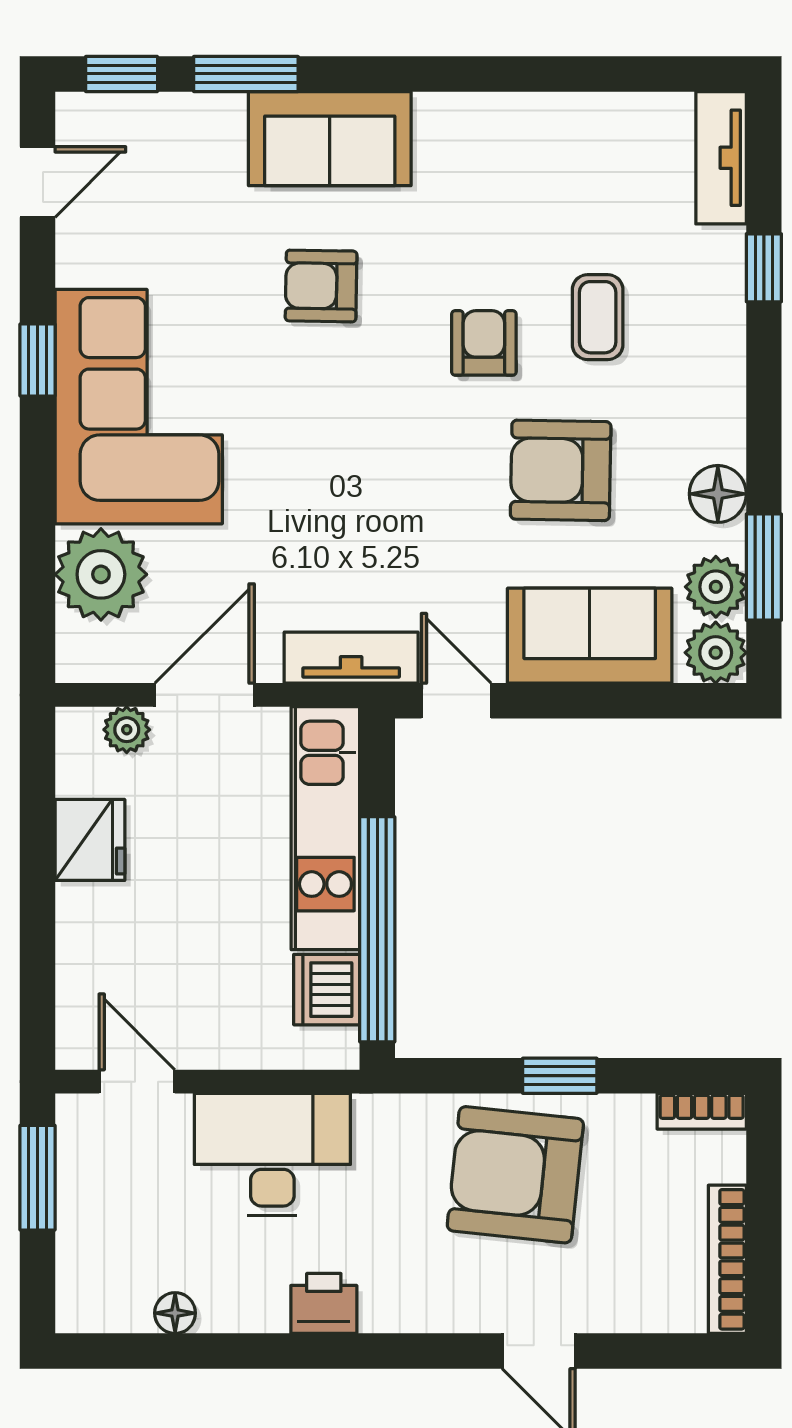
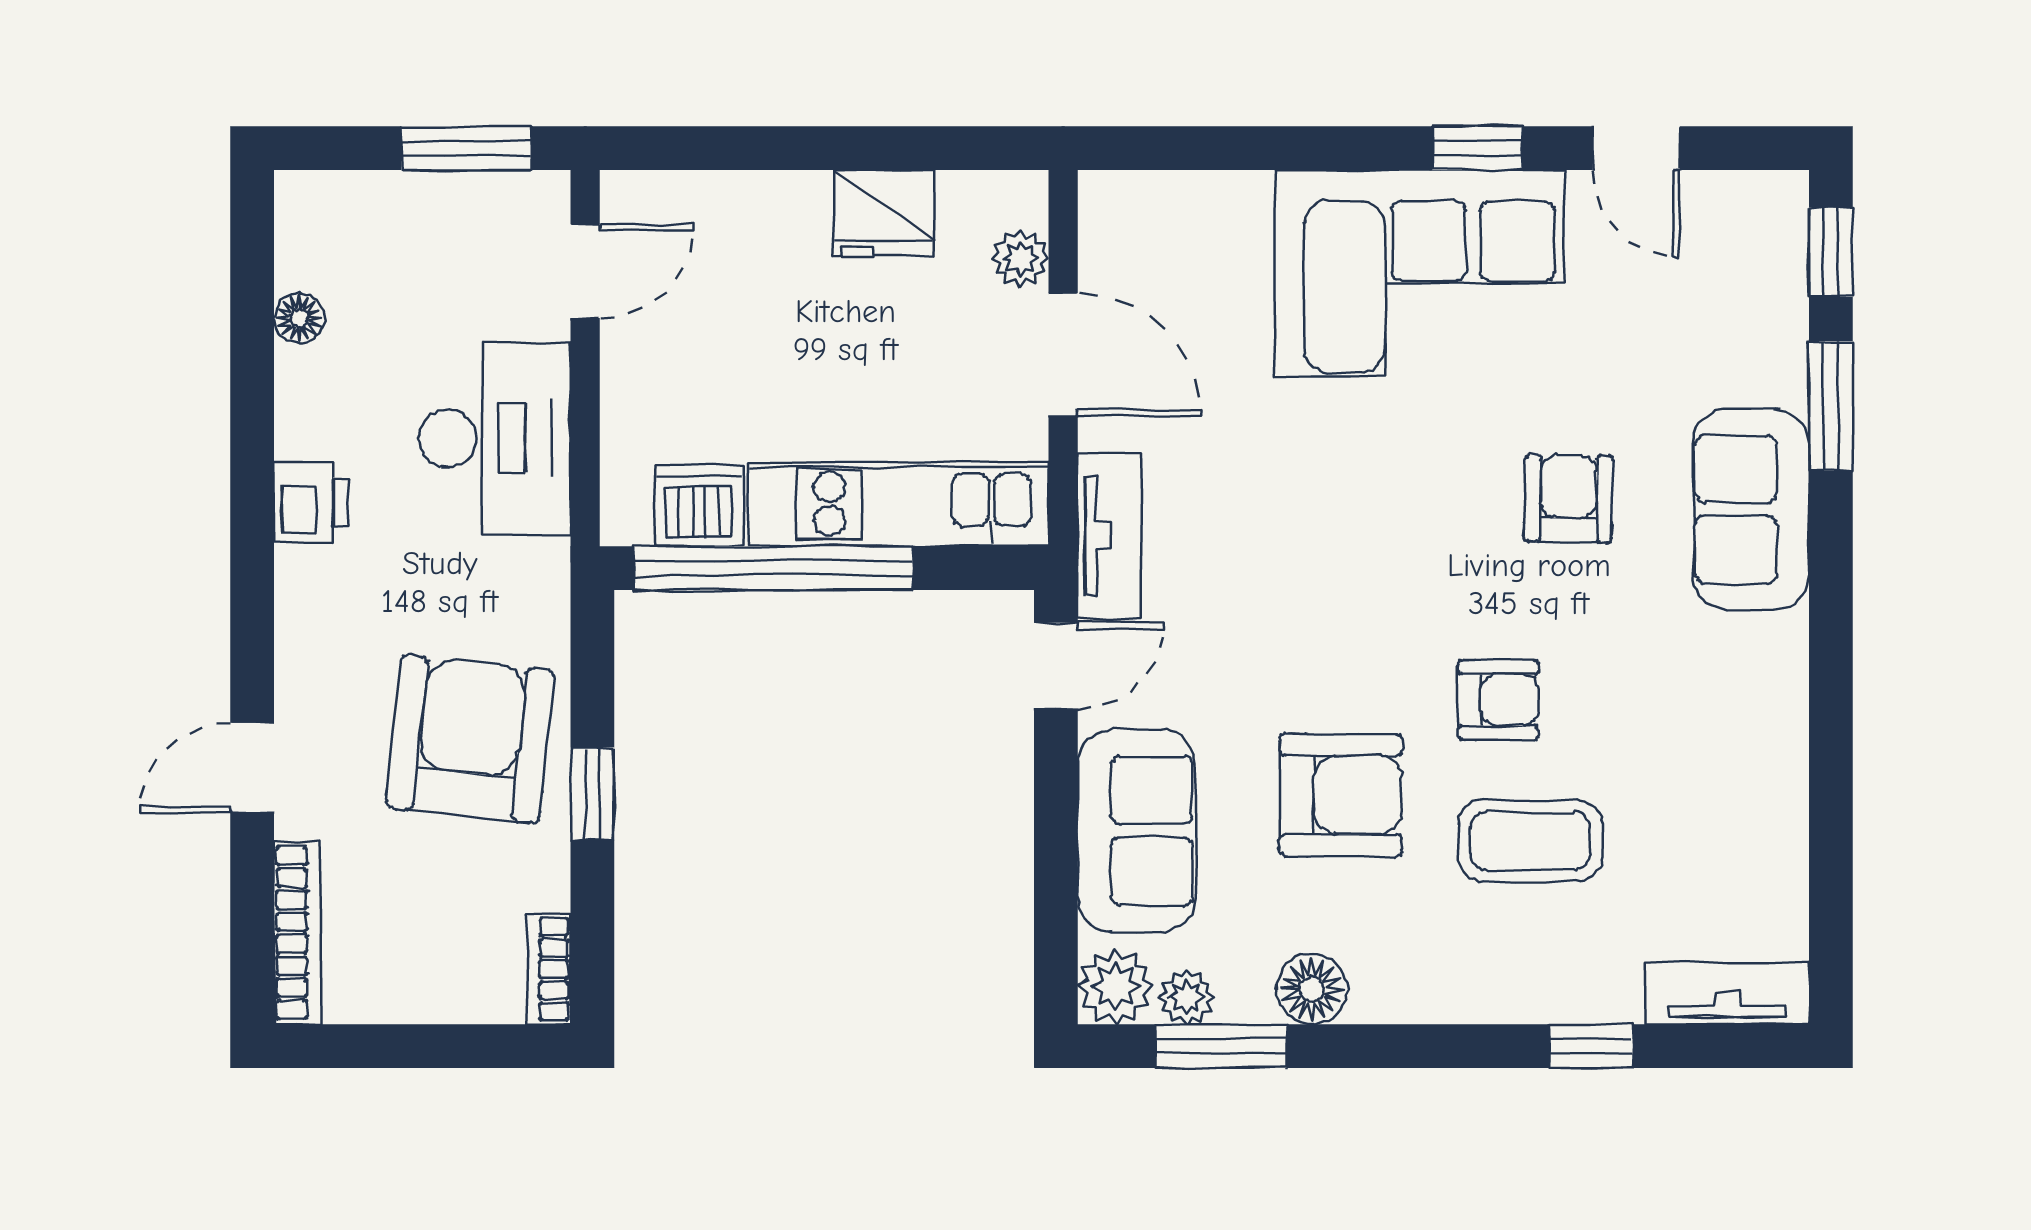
door: (37, 182) -> (1636, 148), moved
coffee table: (598, 317) -> (1530, 841), width x1.36, depth x1.30
armchair: (561, 470) -> (1341, 795), turned 89
plant: (101, 574) -> (1212, 227), removed
plant: (716, 587) -> (1187, 997), width x0.73, depth x0.73
bookcase: (727, 1259) -> (297, 933), moved, turned 90

